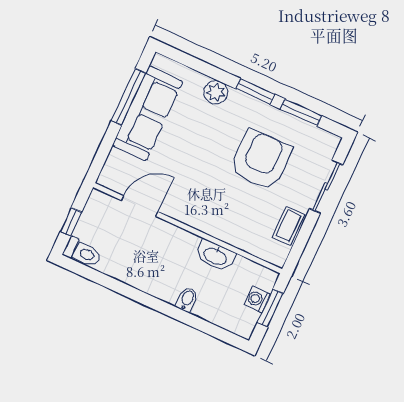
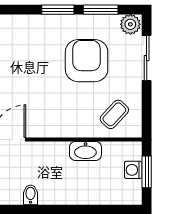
plant: (216, 92) -> (130, 24), moved
coffee table: (288, 226) -> (114, 114), moved, turned 43
bidet: (187, 299) -> (30, 195), moved

